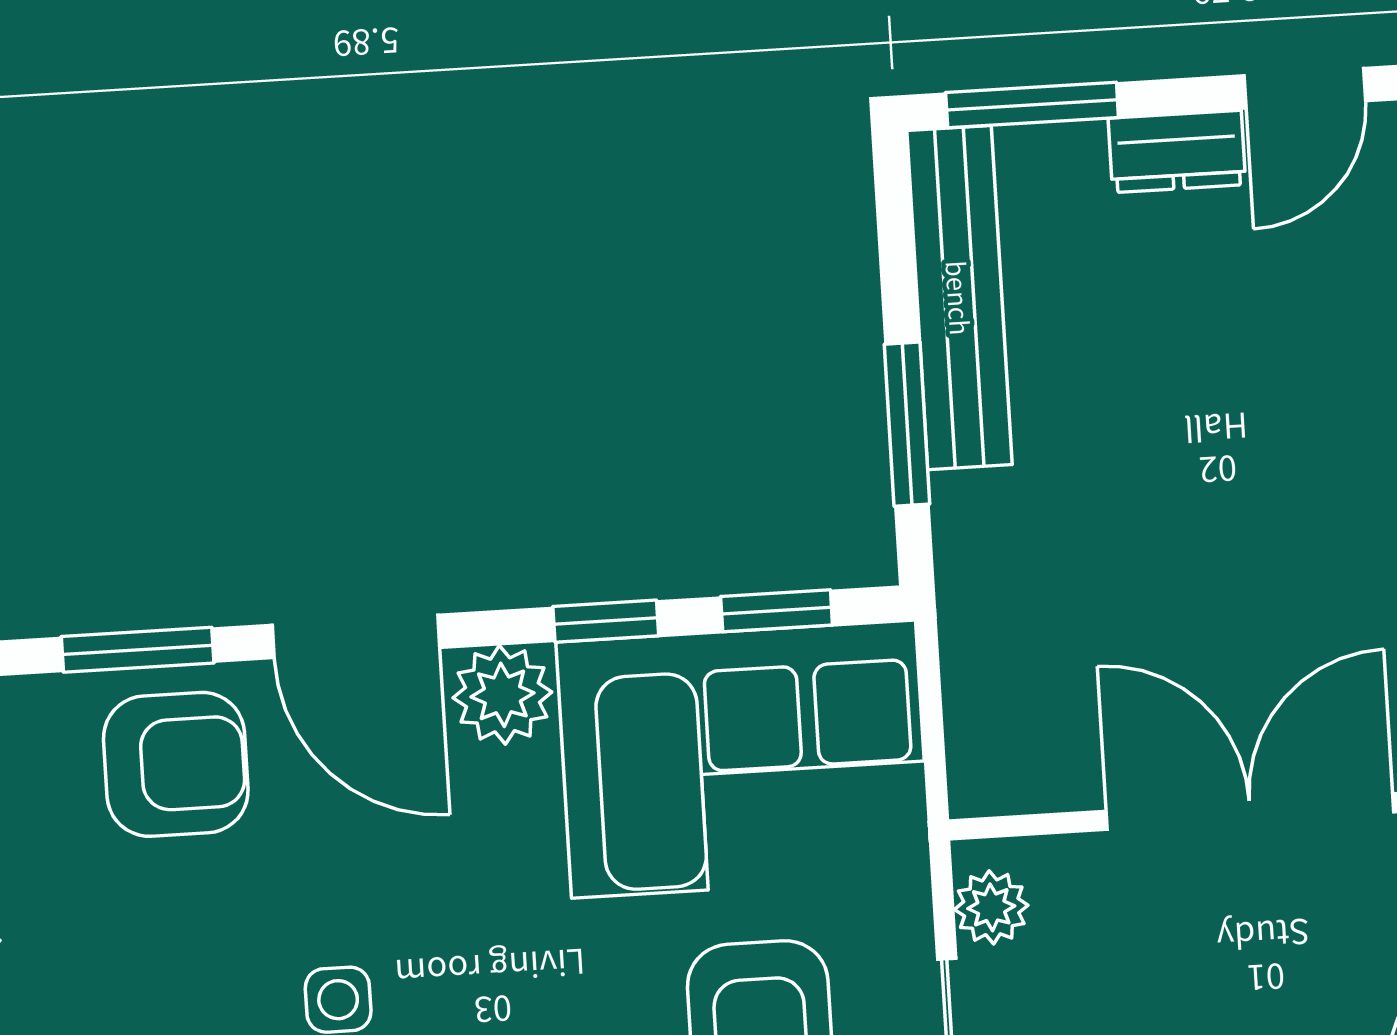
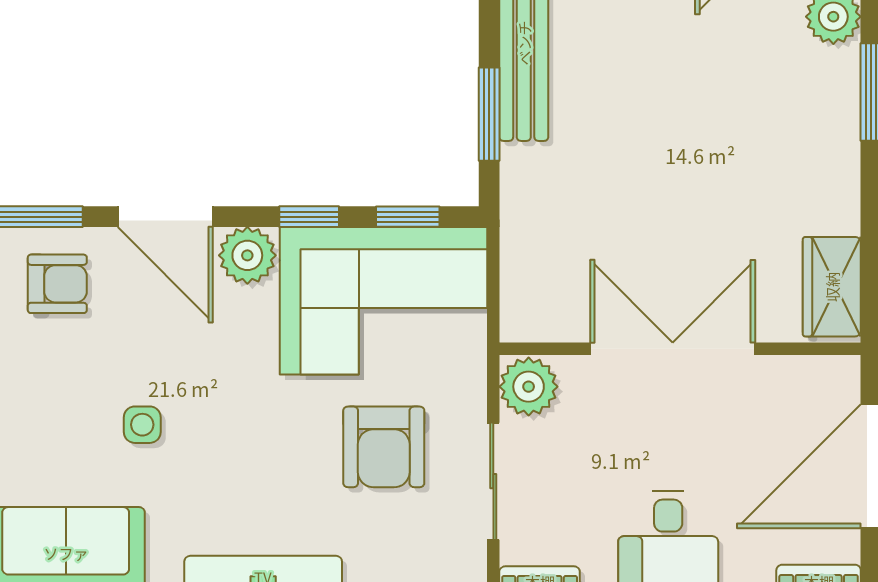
armchair: (176, 764) -> (57, 284), width x0.72, depth x0.72
plant: (991, 907) -> (529, 387), width x1.38, depth x1.38

